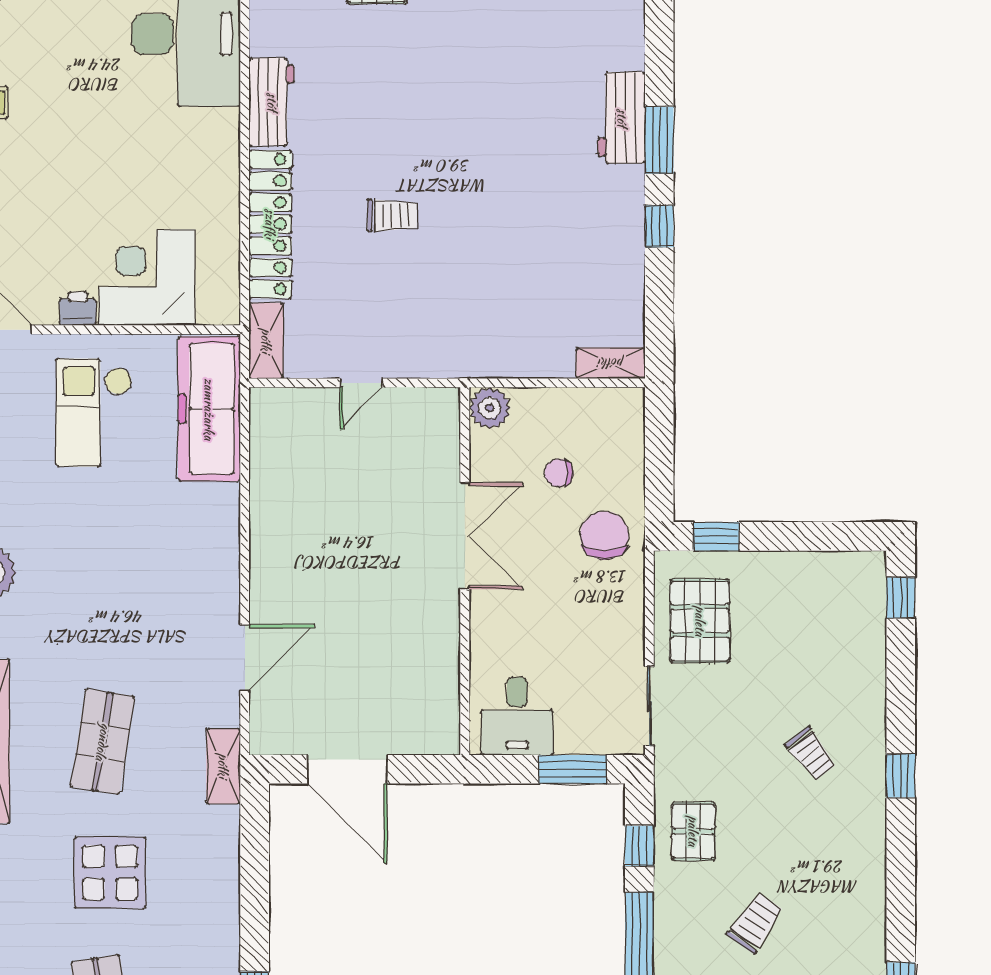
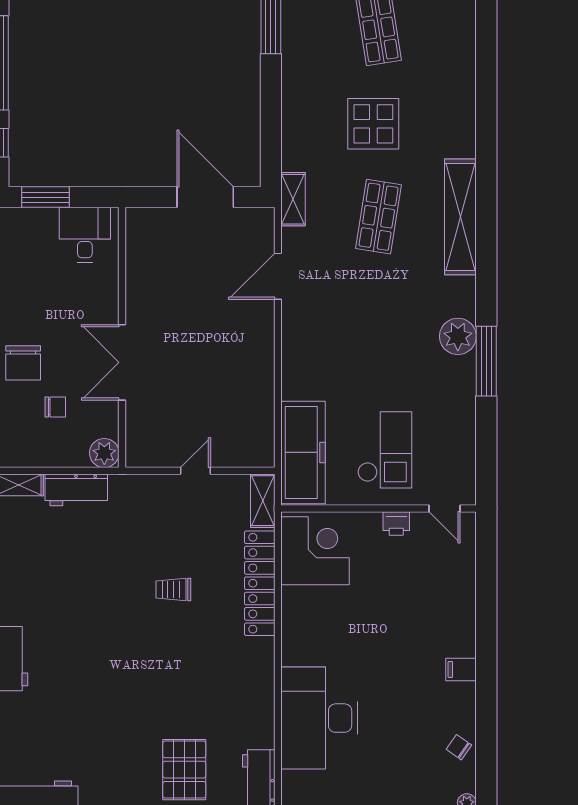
workbench: (272, 102) -> (76, 490), moved, turned -90
corner desk: (147, 277) -> (315, 551), moved, turned -90

